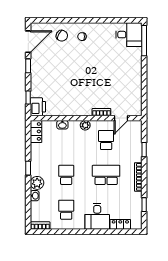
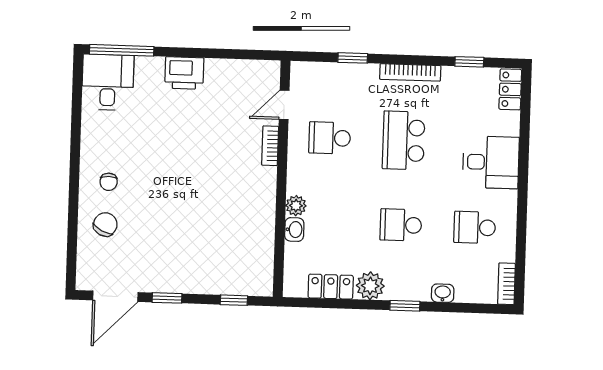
door: (28, 42) -> (115, 296), swing flipped
printer: (38, 107) -> (184, 73), moved, turned 180
door: (121, 118) -> (284, 105), swing flipped
plant: (85, 125) -> (296, 206), moved
locker: (36, 131) -> (331, 287), moved
window: (28, 168) -> (405, 306), moved
plant: (37, 183) -> (370, 286), moved
locker: (120, 224) -> (510, 89), moved

